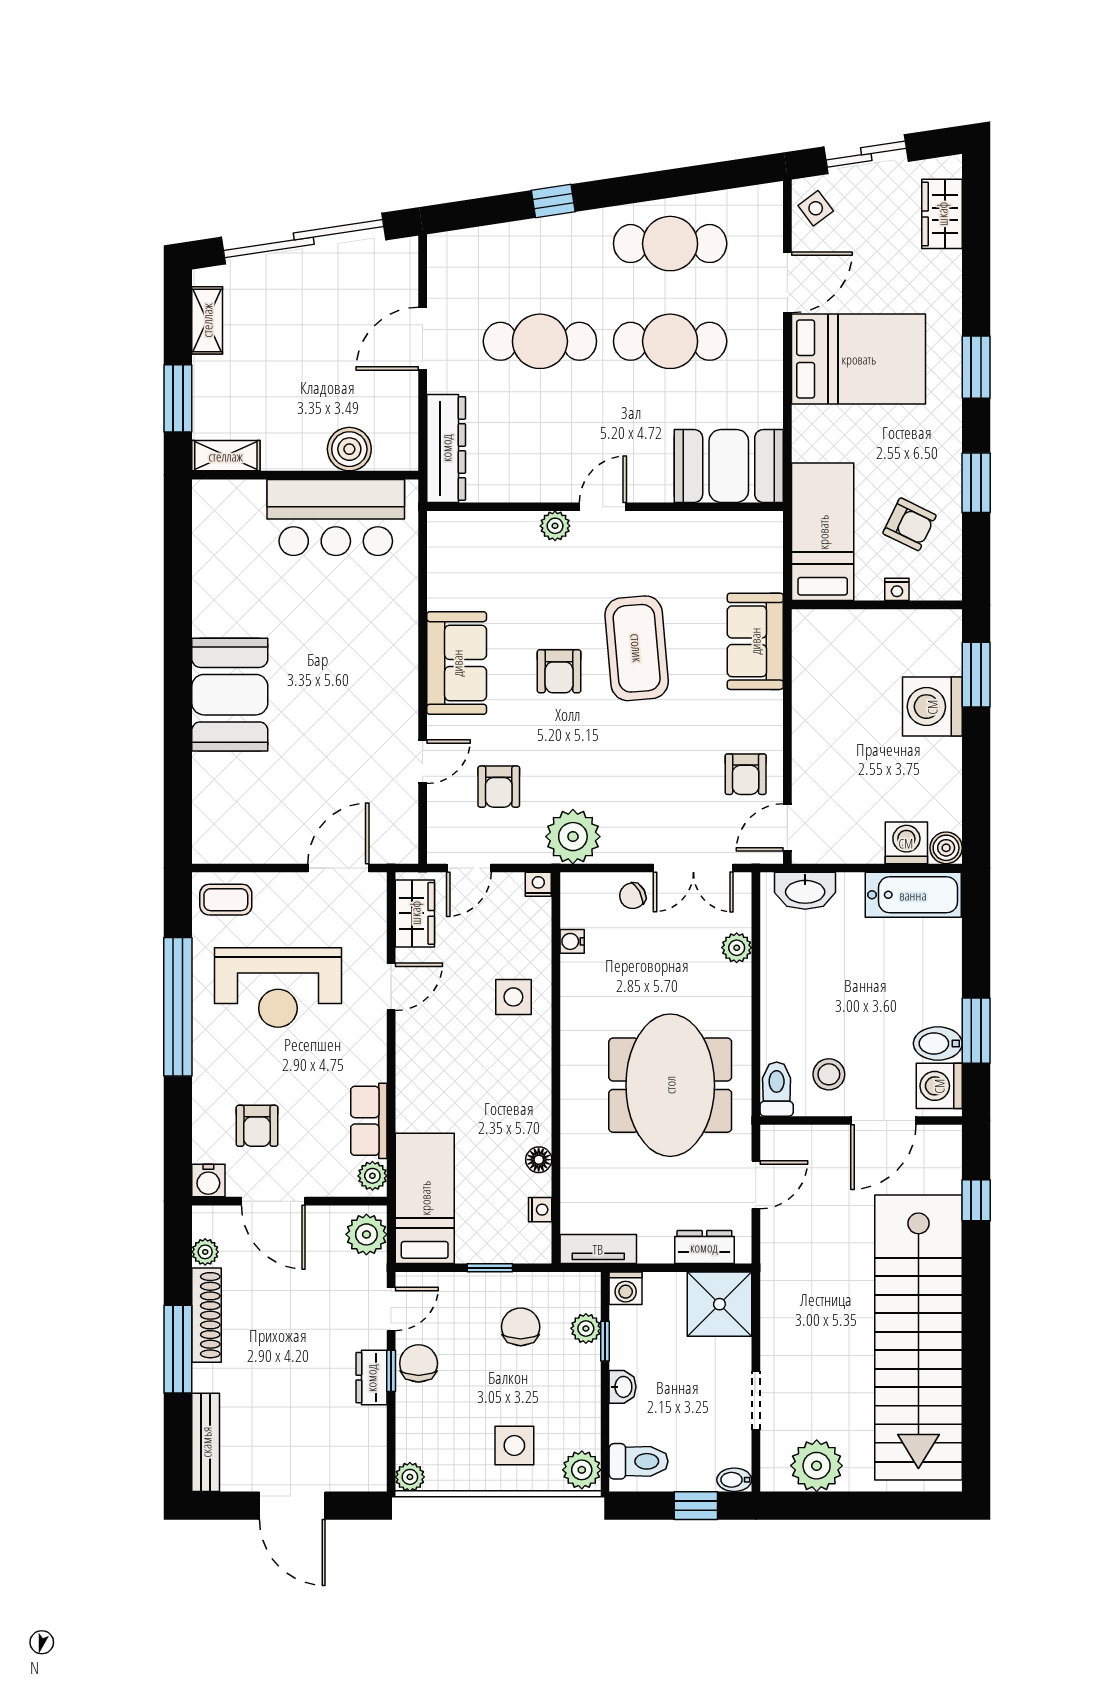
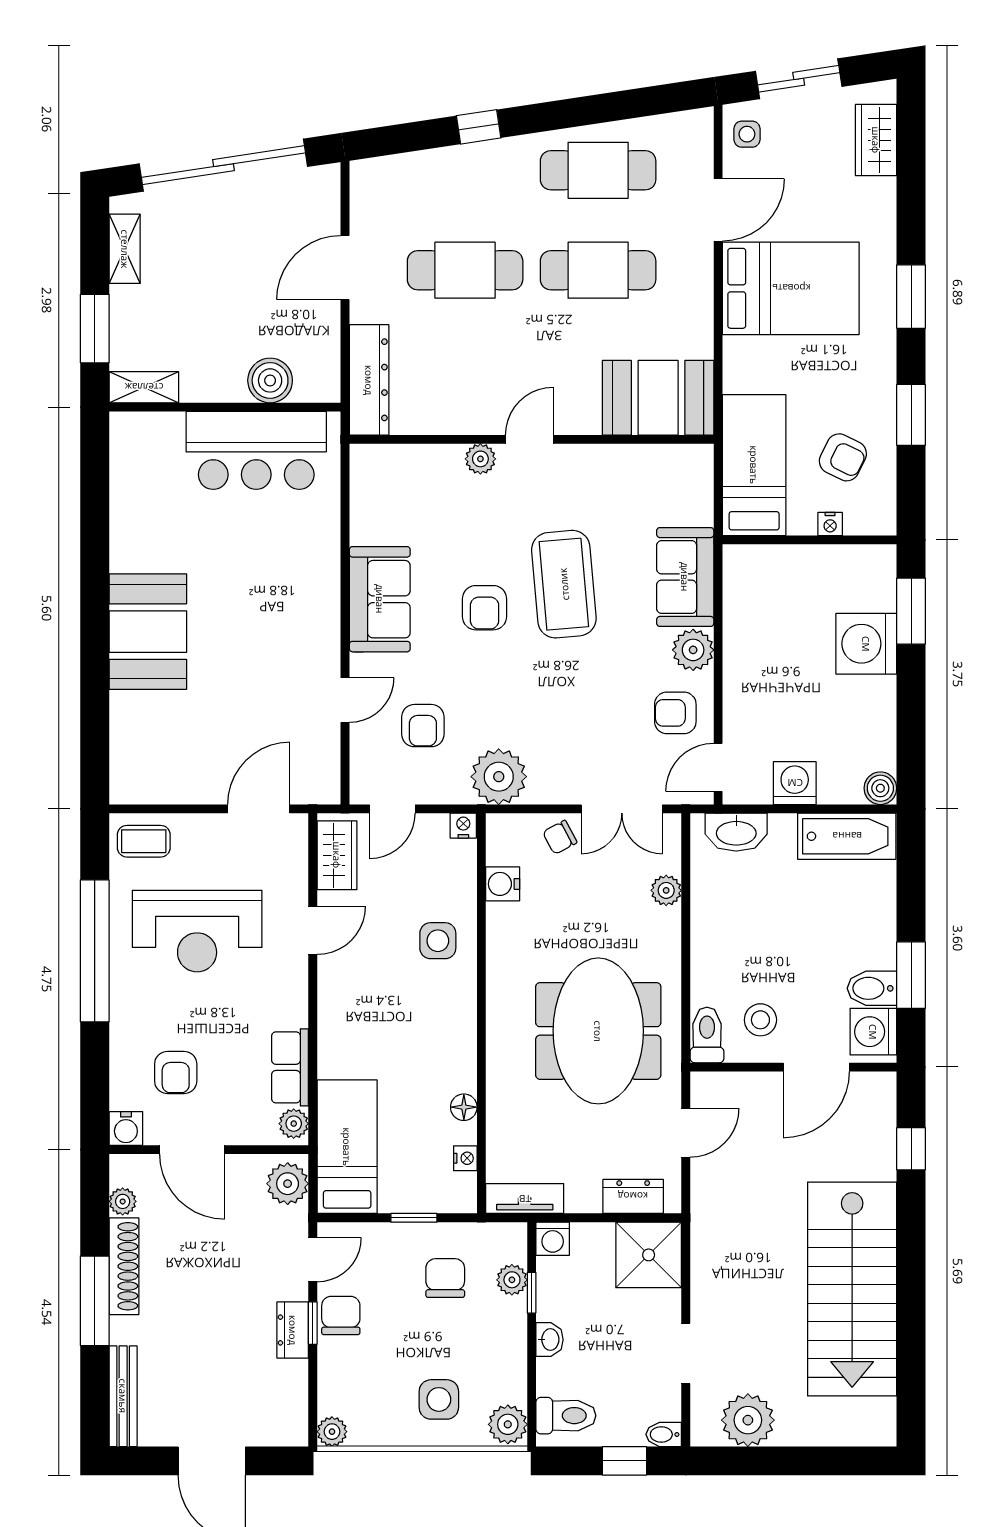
side table: (816, 208) -> (747, 134), turned 37
plant: (763, 713) -> (693, 650), added
armchair: (746, 774) -> (675, 713), turned 90
washing machine: (906, 843) -> (795, 783), moved
water cooler: (572, 941) -> (503, 884), width x1.38, depth x1.38
stairs: (918, 1337) -> (852, 1289), width x0.73

